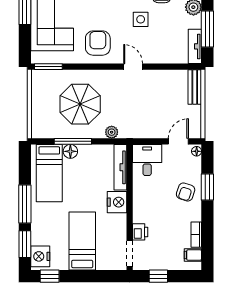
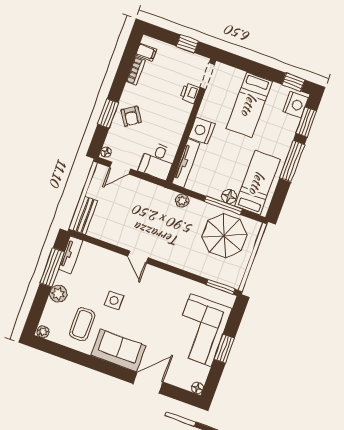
armchair: (98, 43) -> (164, 292), removed
parasol: (80, 104) -> (224, 236), moved
armchair: (186, 192) -> (131, 116), turned 129

